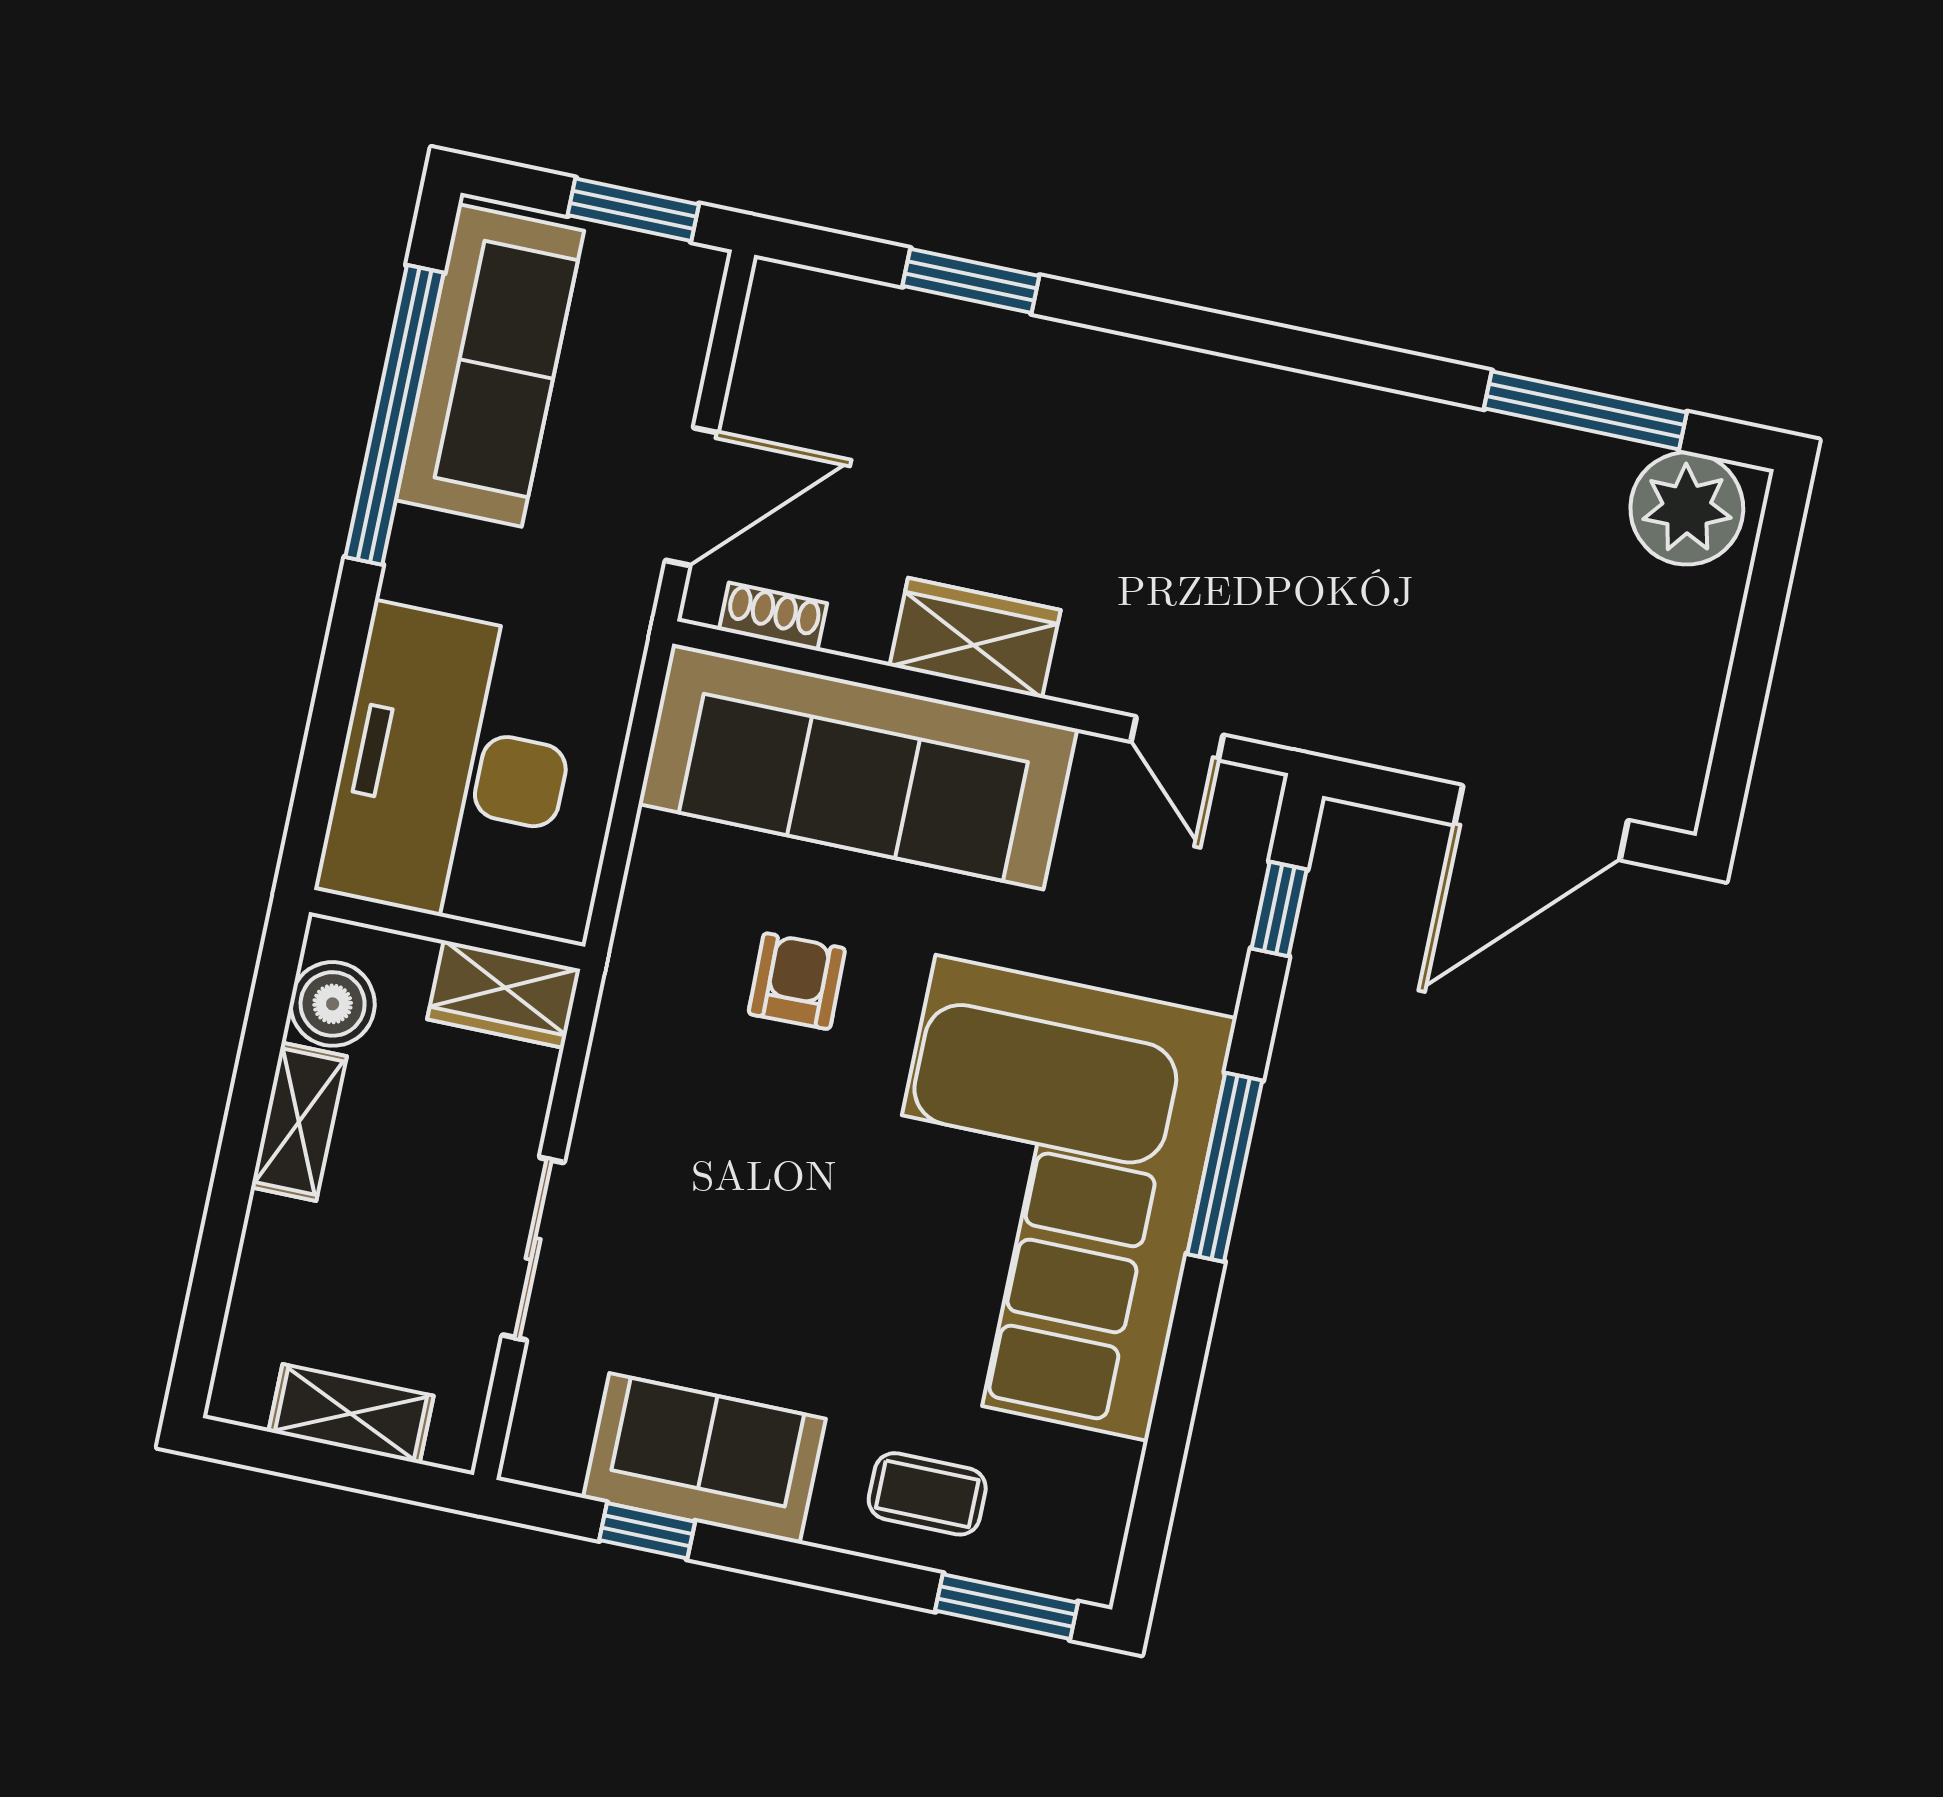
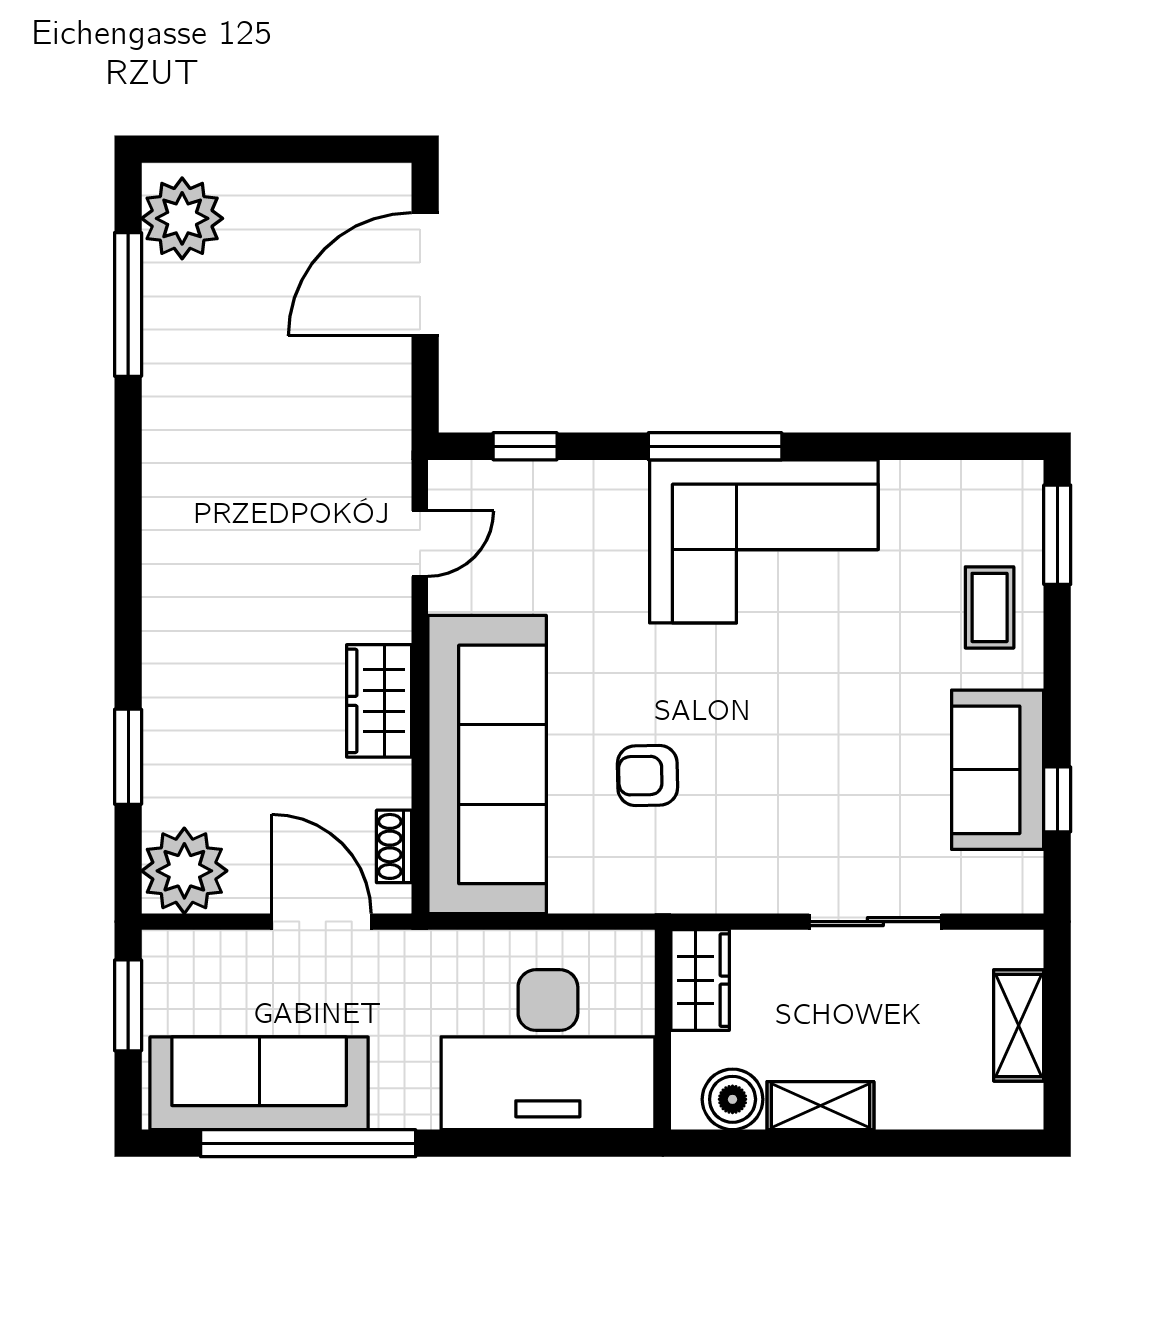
plant: (800, 325) -> (184, 871), added
door: (1541, 823) -> (425, 274), swing flipped
corner sofa: (1042, 1198) -> (764, 541), width x0.73, depth x0.74

